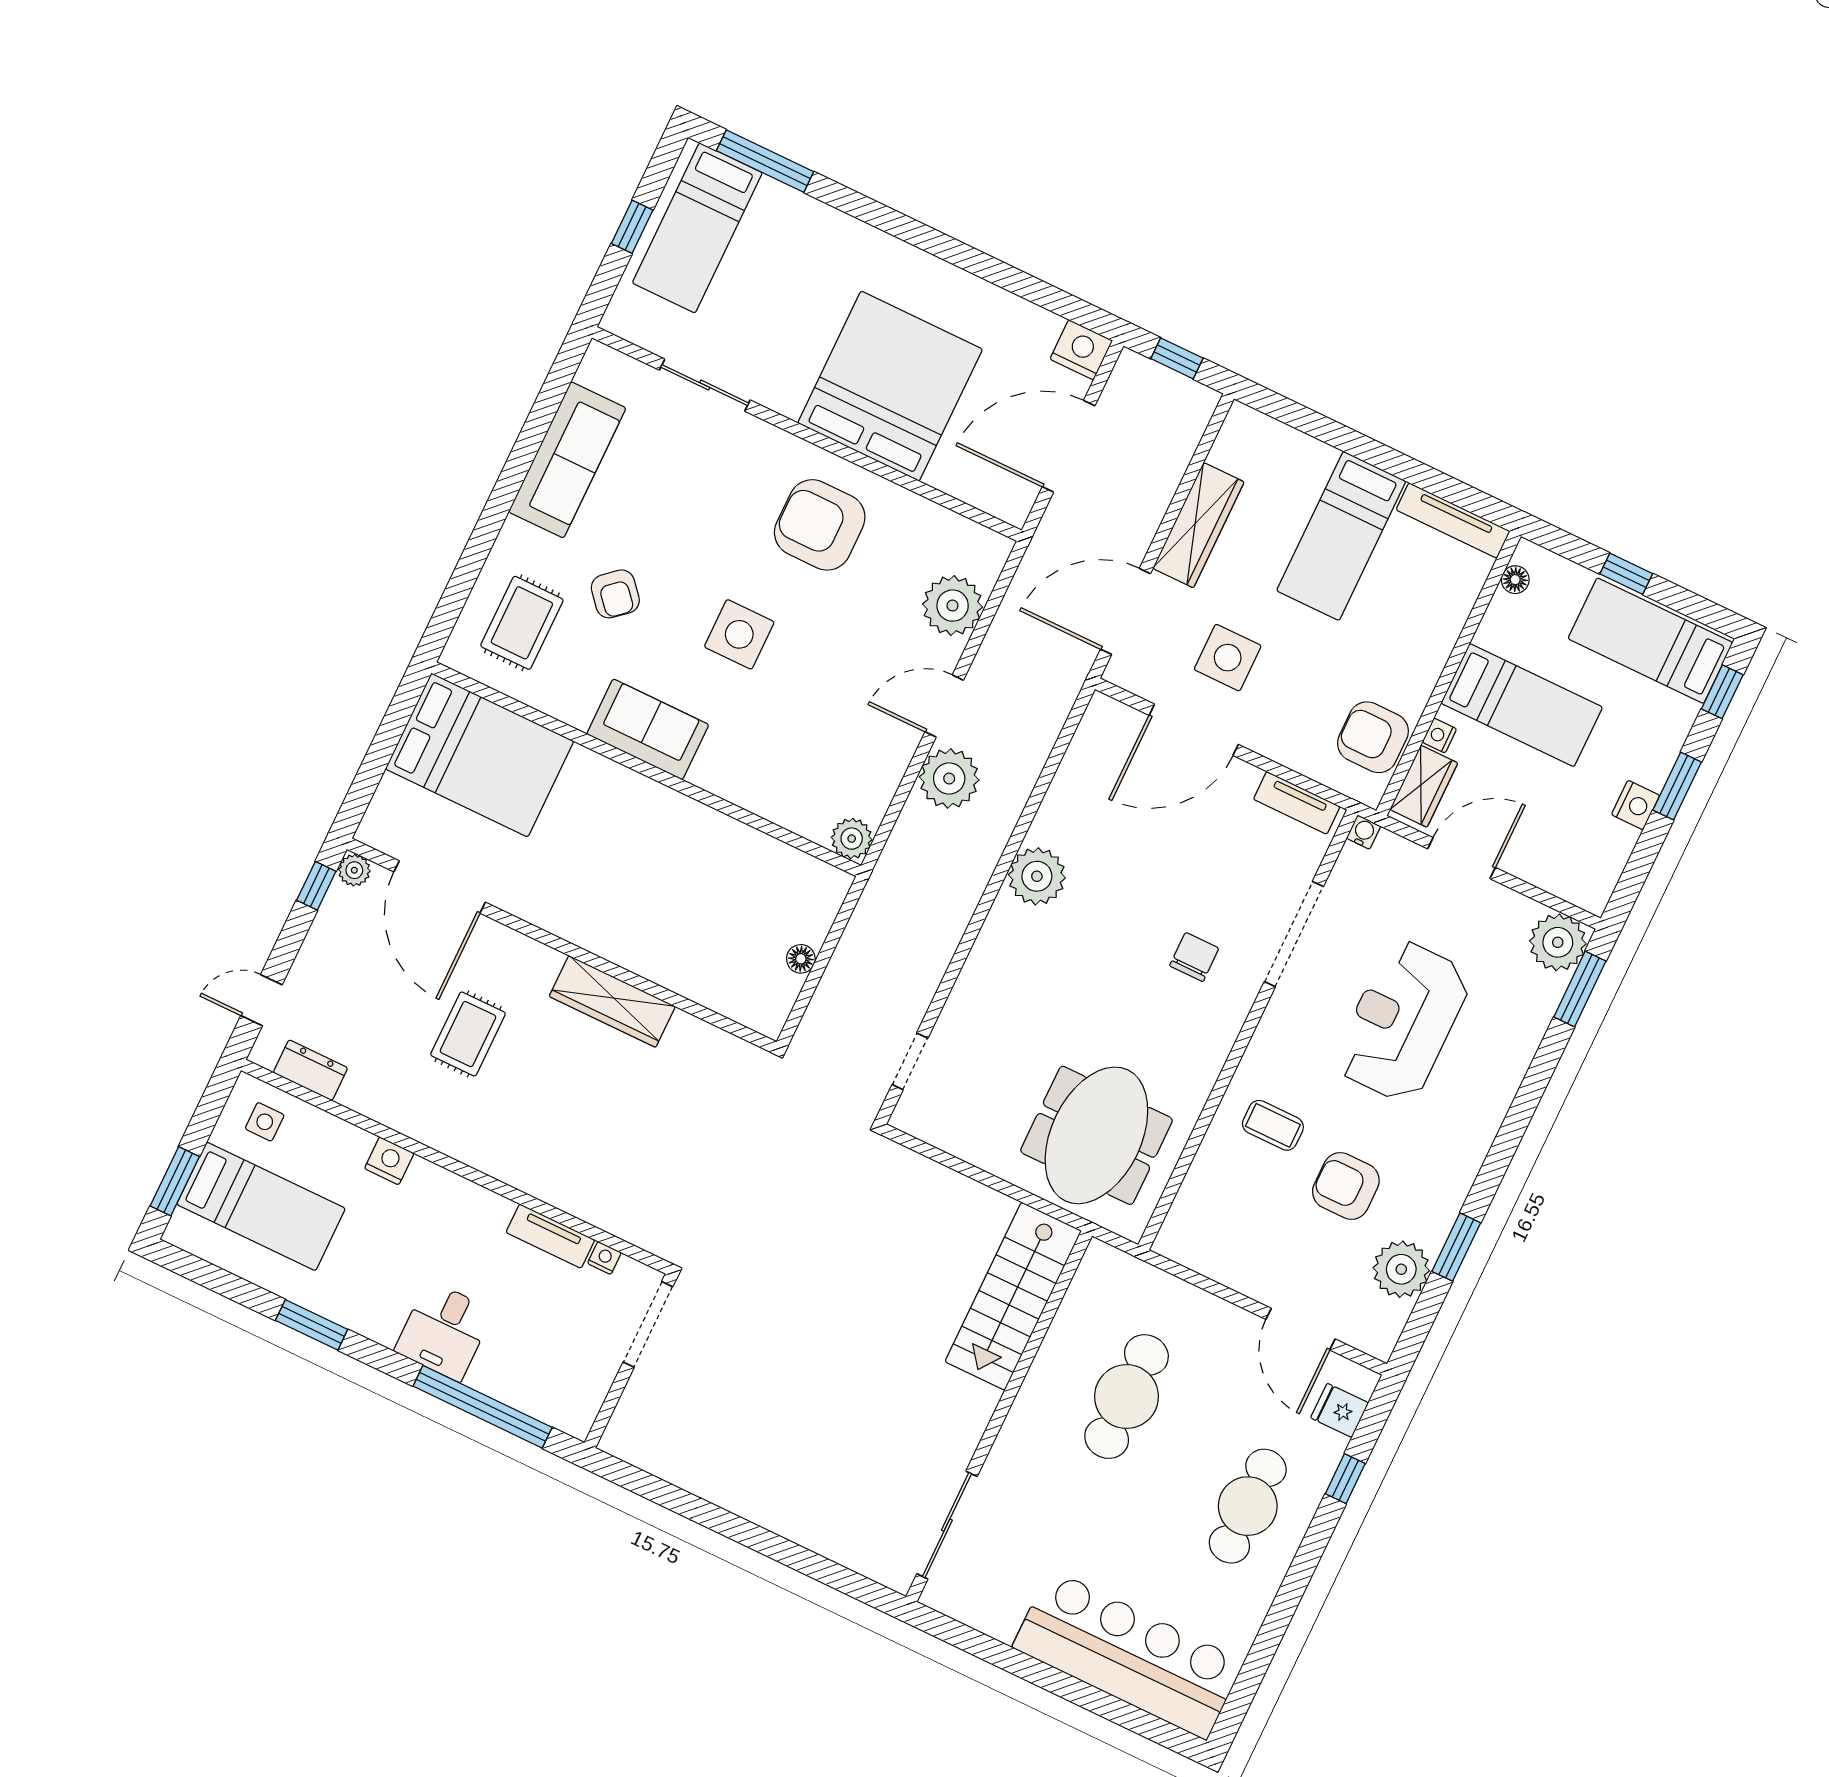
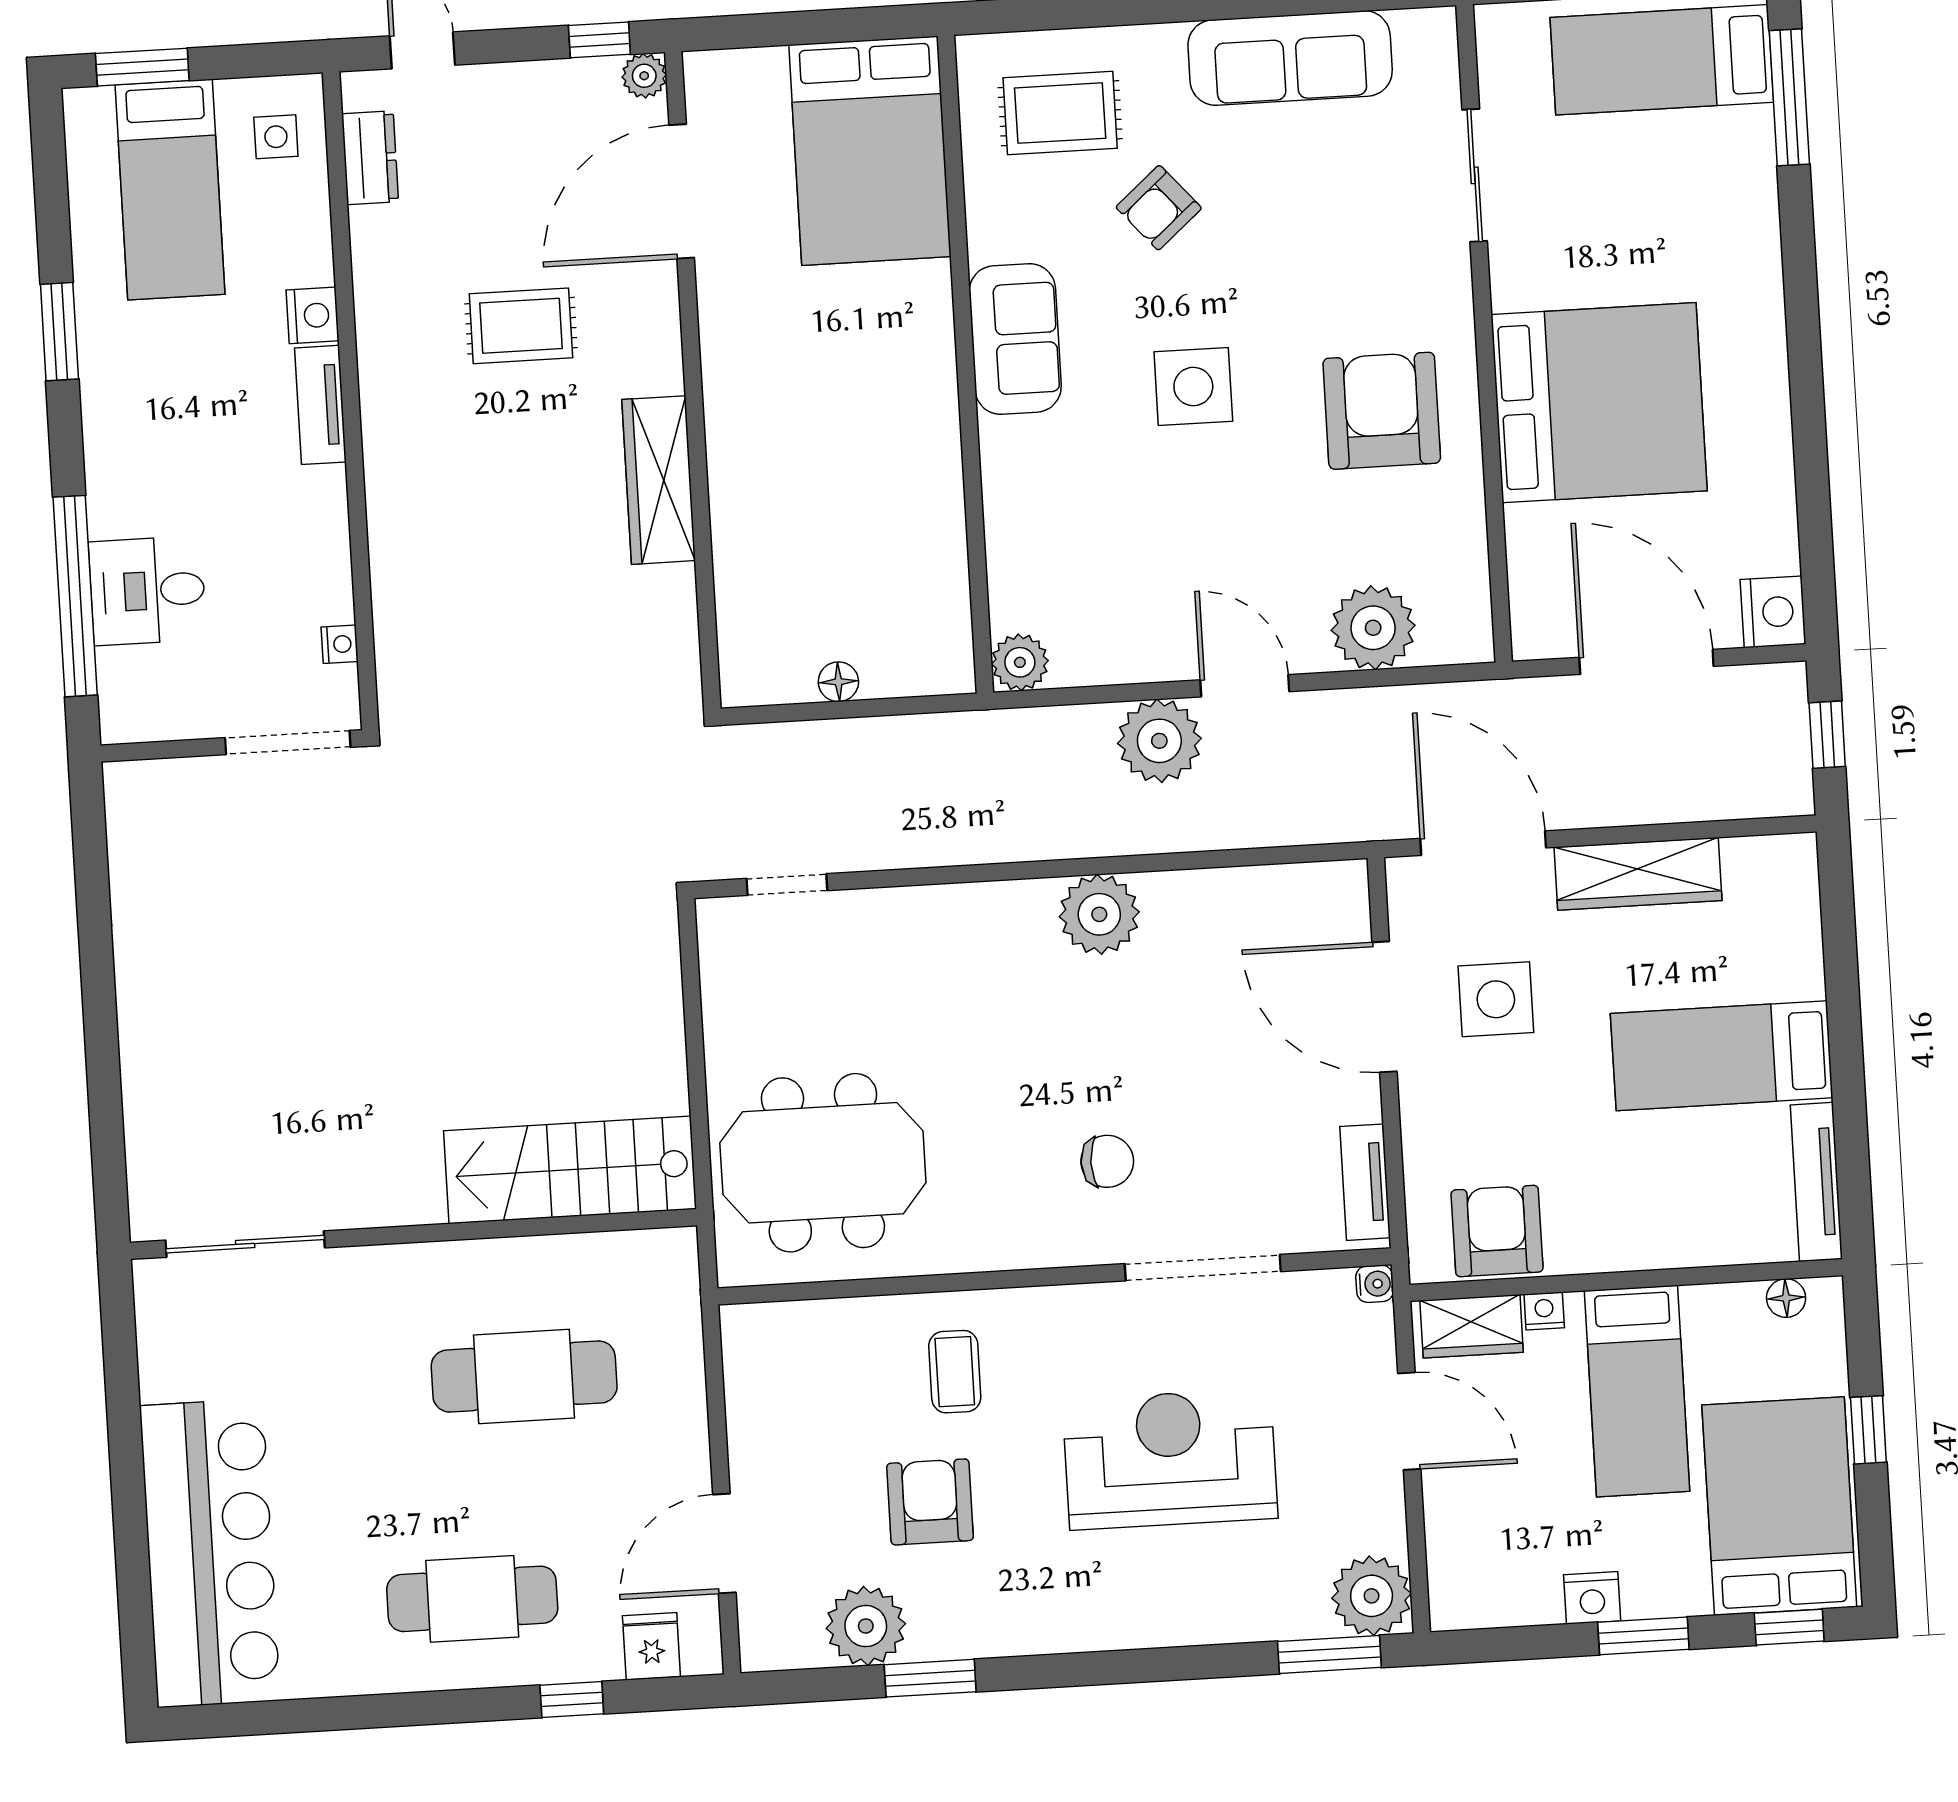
bed: (1650, 641) -> (1779, 1506), width x1.50
tv unit: (550, 1236) -> (320, 405), moved
desk: (444, 1331) -> (147, 591), moved

